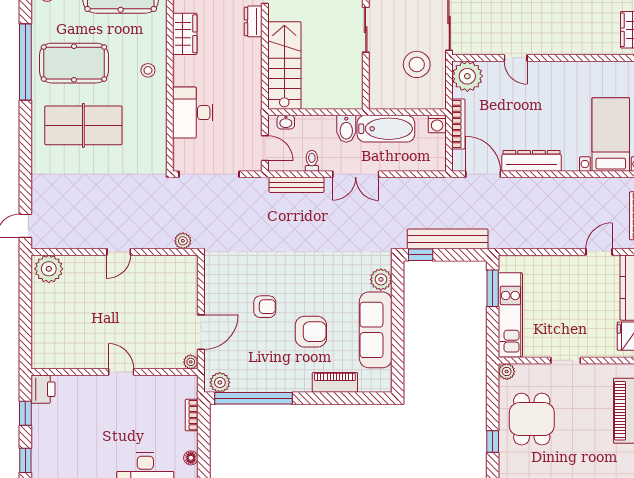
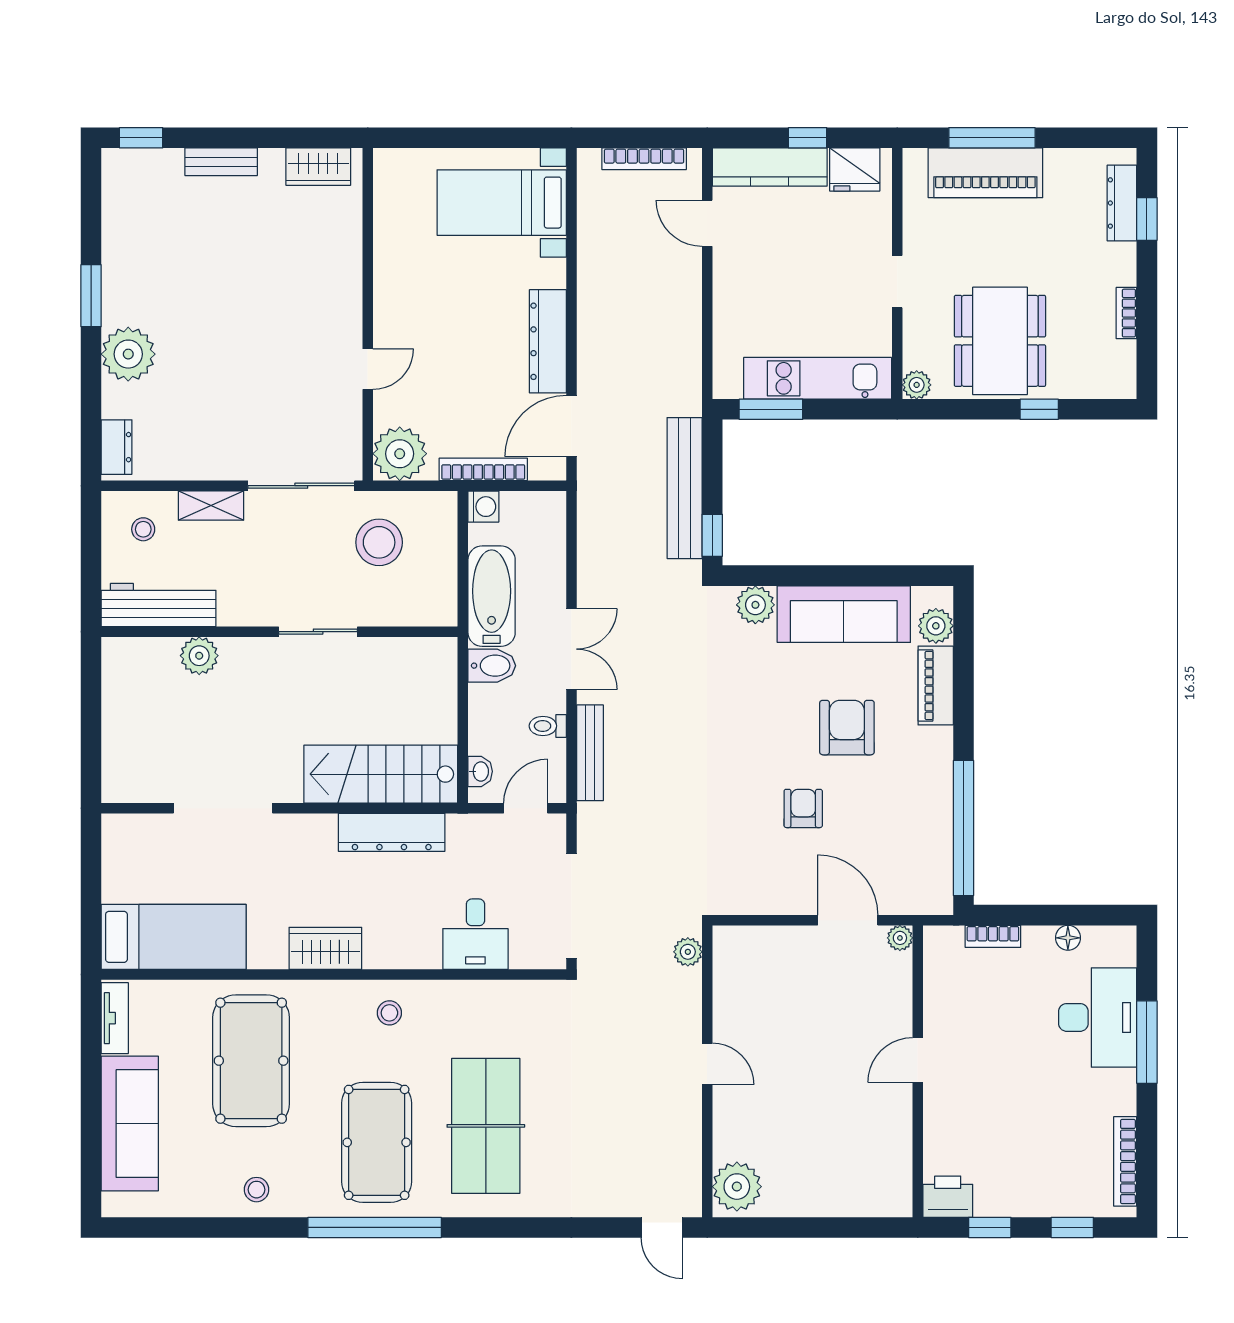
dresser: (253, 21) -> (392, 832), moved, width x1.96, depth x1.24
desk: (193, 113) -> (475, 934), width x0.73
plant: (220, 382) -> (936, 626), moved
dining table: (532, 419) -> (1000, 341), width x1.38

